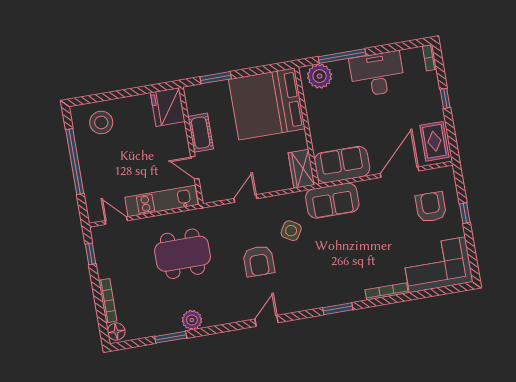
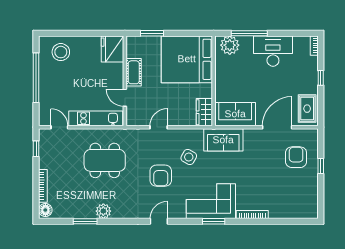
corner sofa: (437, 265) -> (211, 201), moved

